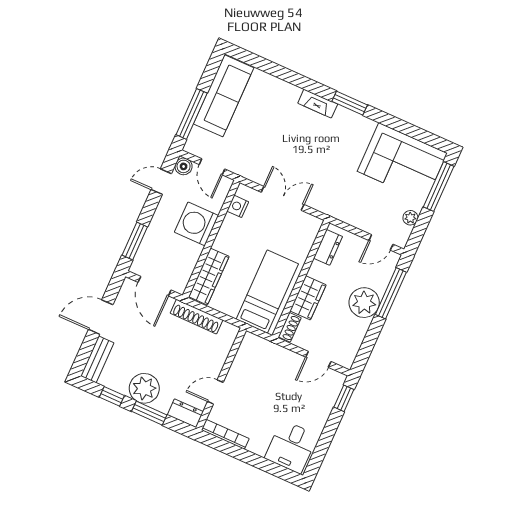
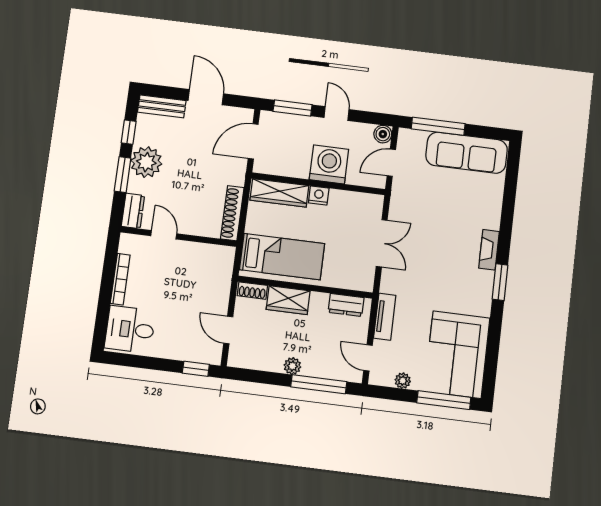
door: (161, 182) -> (336, 114), moved
nightstand: (238, 206) -> (319, 195), moved
tv unit: (349, 216) -> (385, 317), added
plant: (364, 303) -> (292, 366), width x0.53, depth x0.53
shoe rack: (197, 317) -> (232, 213), moved
bookcase: (225, 434) -> (120, 279), moved

